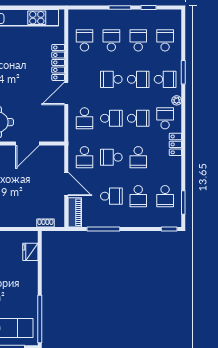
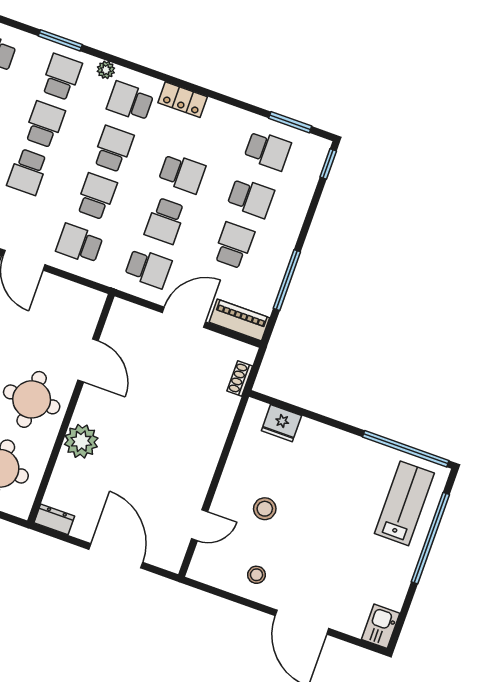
school desk: (84, 118) -> (79, 244), turned 180

